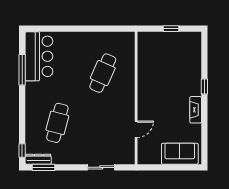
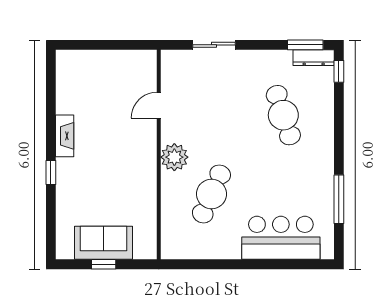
bar counter: (39, 56) -> (281, 238), moved, turned 90
plant: (126, 96) -> (174, 157), added
cafe table: (57, 123) -> (283, 115), turned -33
sofa: (180, 154) -> (104, 243), moved, turned 180

